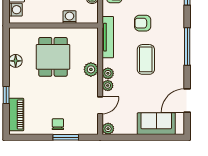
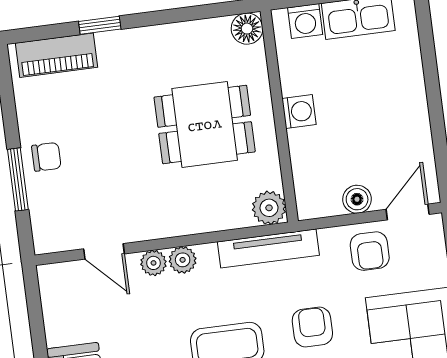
washing machine: (70, 17) -> (299, 112), moved
floor lamp: (16, 61) -> (247, 29), moved
plant: (91, 69) -> (269, 208), moved
plant: (108, 129) -> (51, 277), removed

